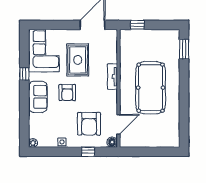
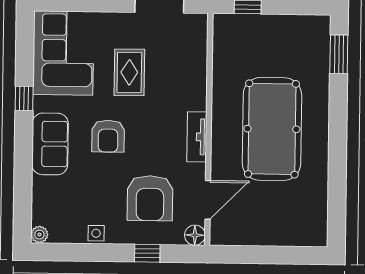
rug: (78, 60) -> (129, 72), width x0.73, depth x0.70
tv unit: (112, 77) -> (197, 137), moved

